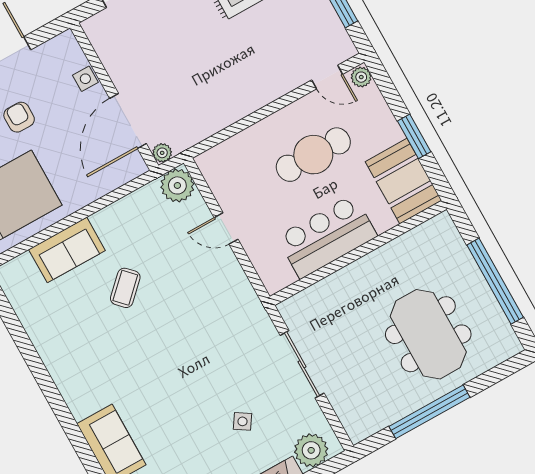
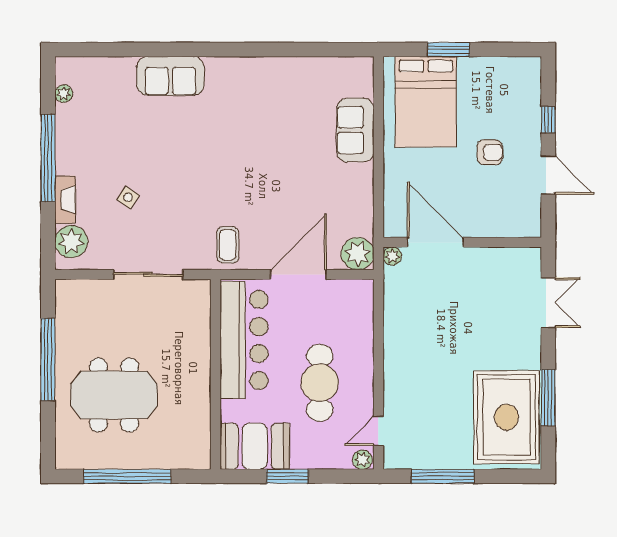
side table: (85, 79) -> (491, 226), removed
door: (226, 228) -> (298, 274), width x1.87
bar counter: (327, 236) -> (244, 340), width x1.36
coffee table: (125, 288) -> (228, 245), moved, turned 44

